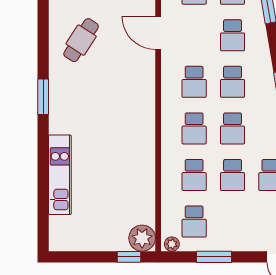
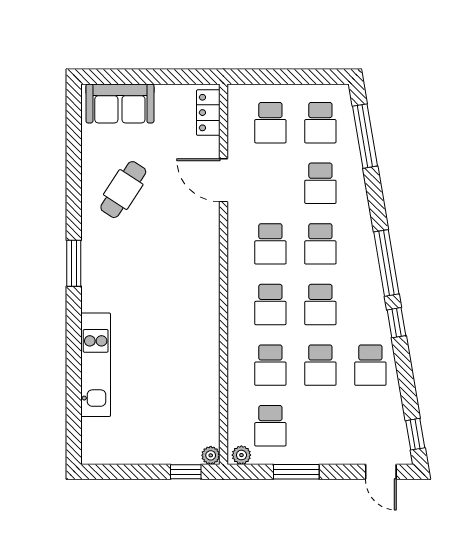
plant: (142, 238) -> (211, 455), width x0.53, depth x0.53

